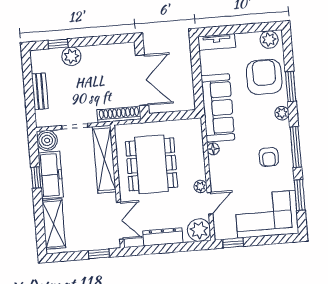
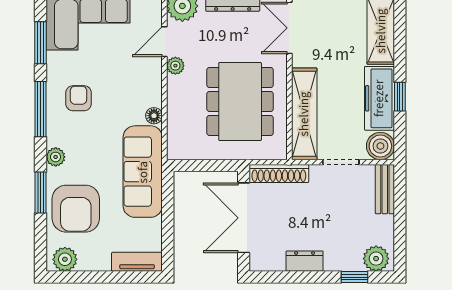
dresser: (95, 52) -> (305, 261), added
plant: (71, 56) -> (376, 259), moved
bench: (40, 91) -> (385, 189), moved

